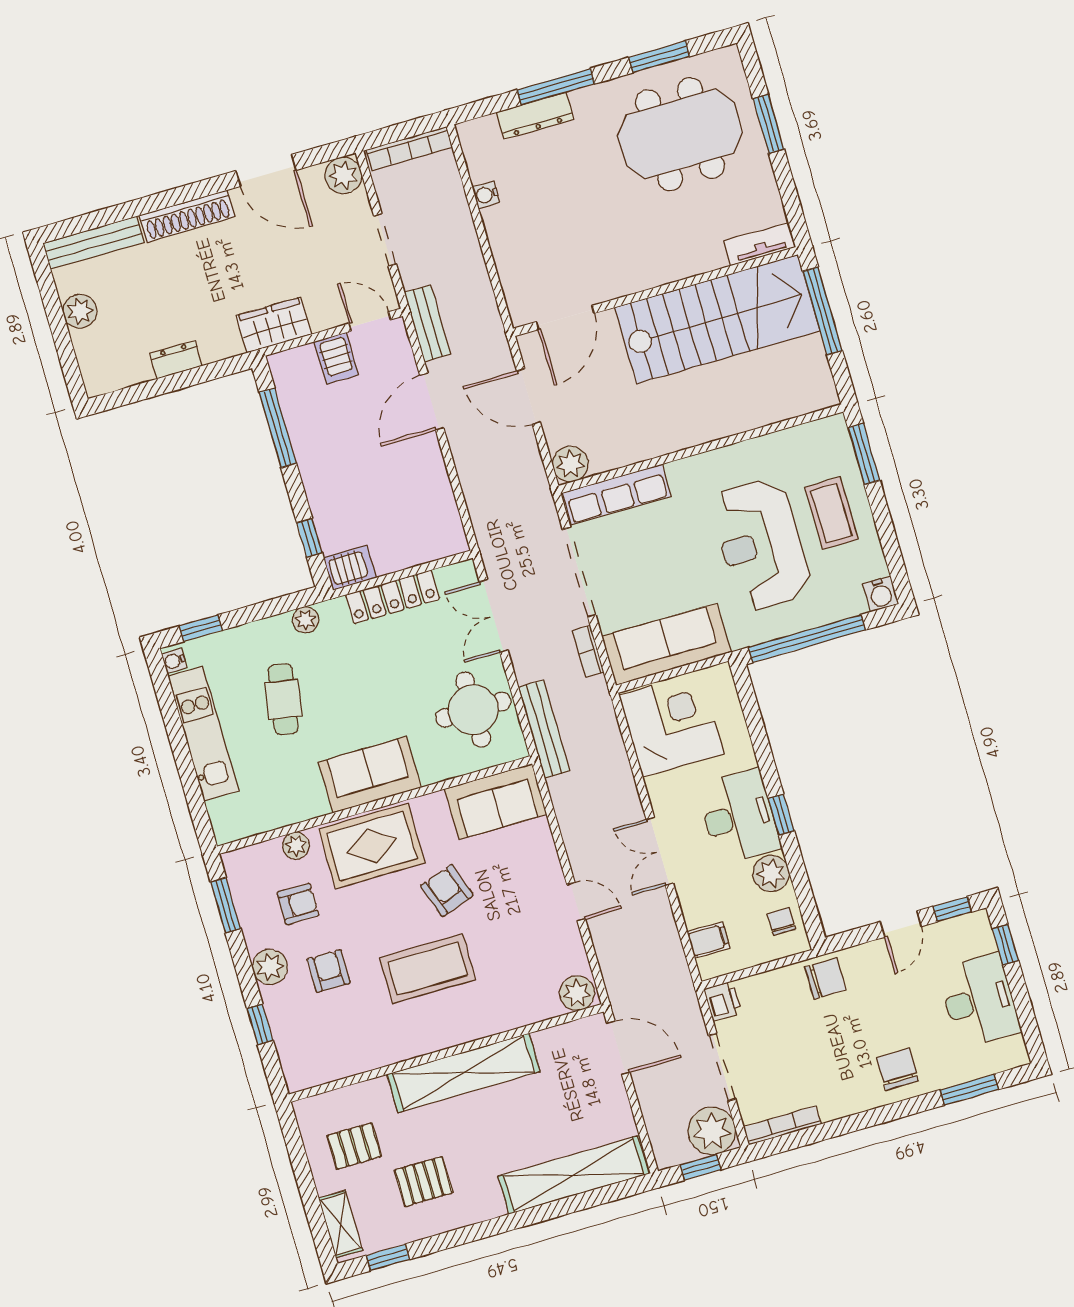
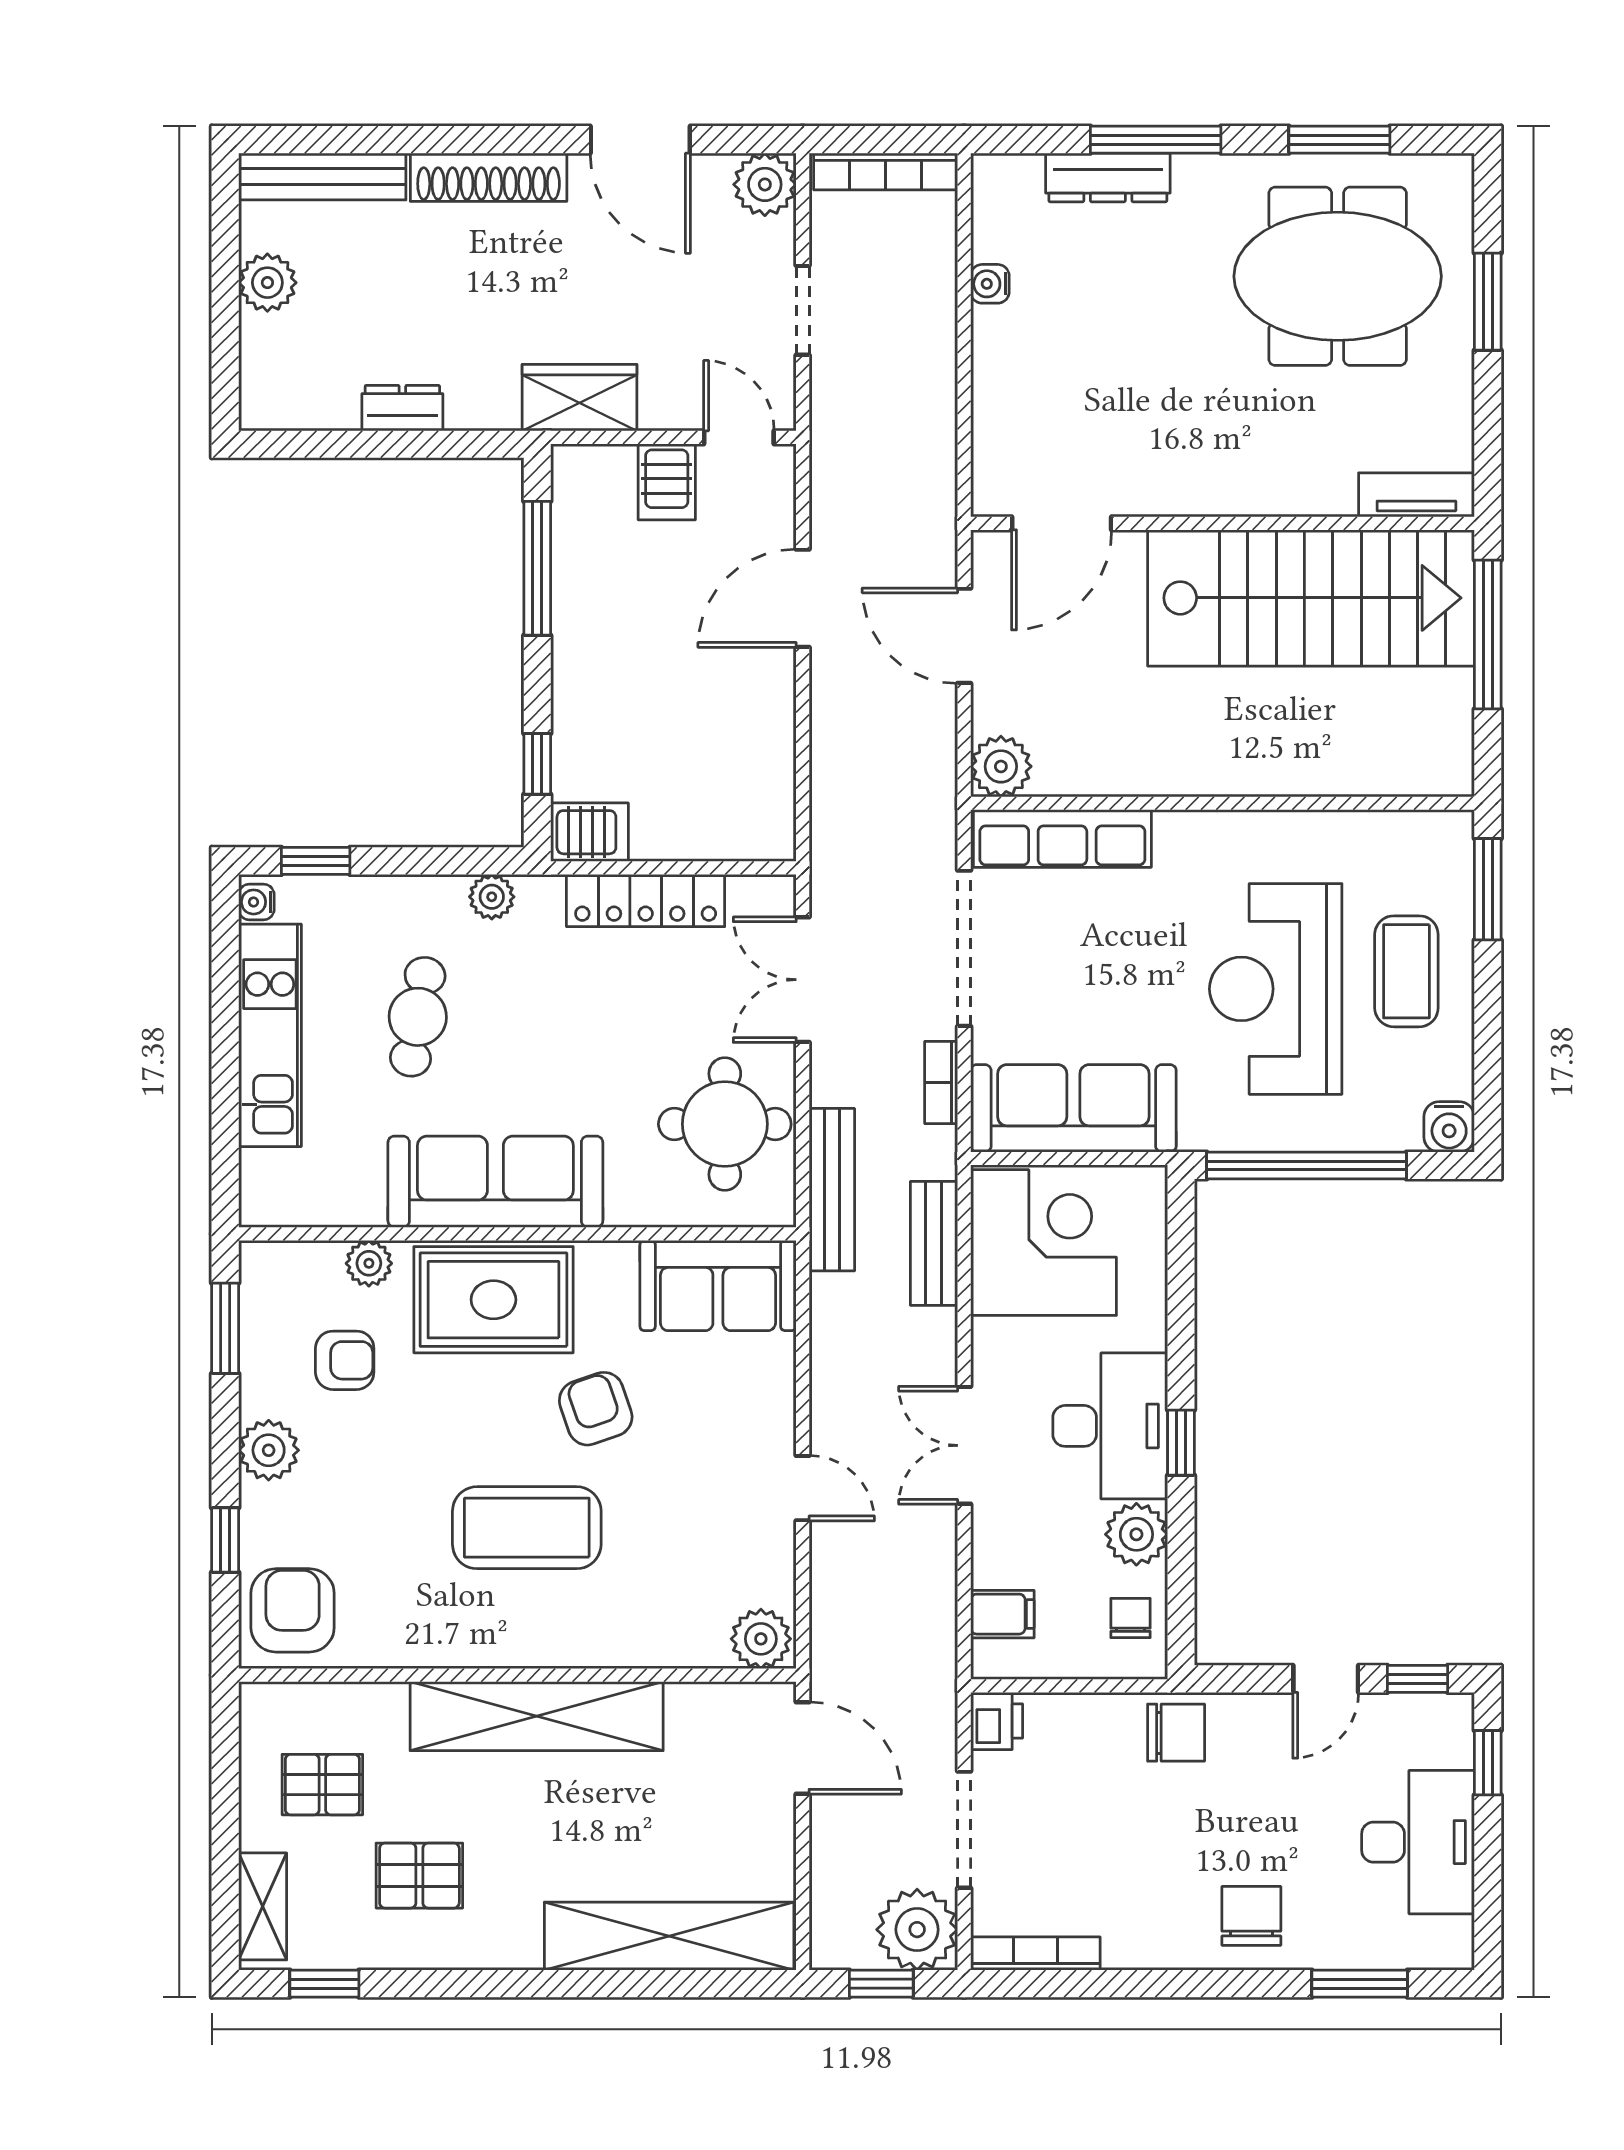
bench: (427, 323) -> (934, 1243), moved
sofa: (370, 775) -> (495, 1182), width x1.36
armchair: (329, 971) -> (293, 1610), moved, width x1.38, depth x1.38

